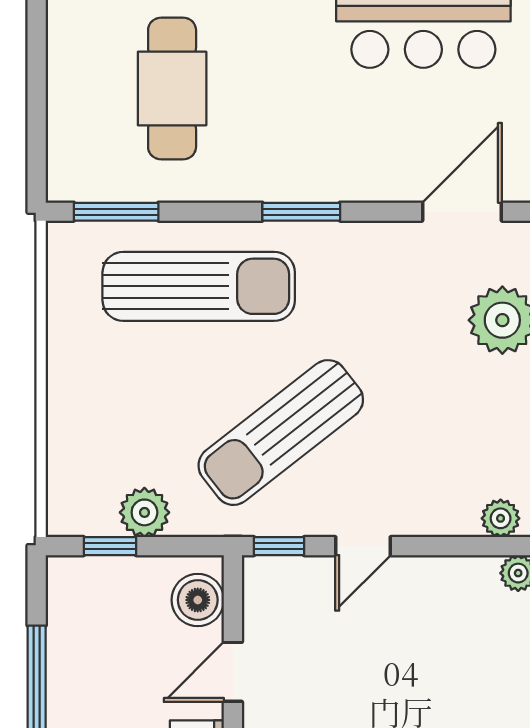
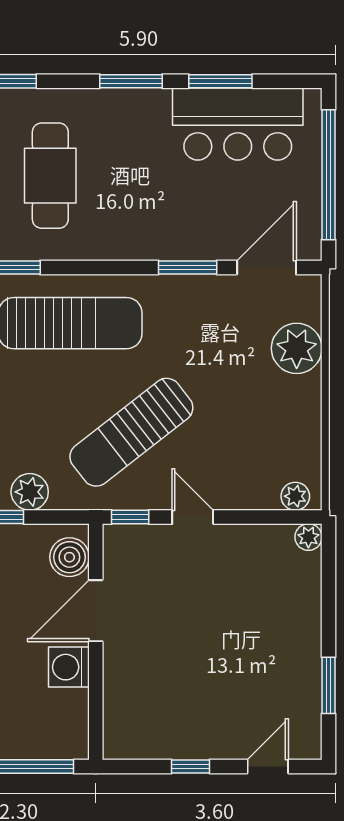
window: (301, 212) -> (188, 267), moved
door: (363, 546) -> (193, 517), swing flipped
door: (233, 672) -> (96, 611), width x1.38

